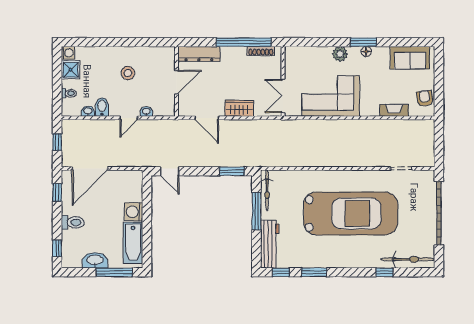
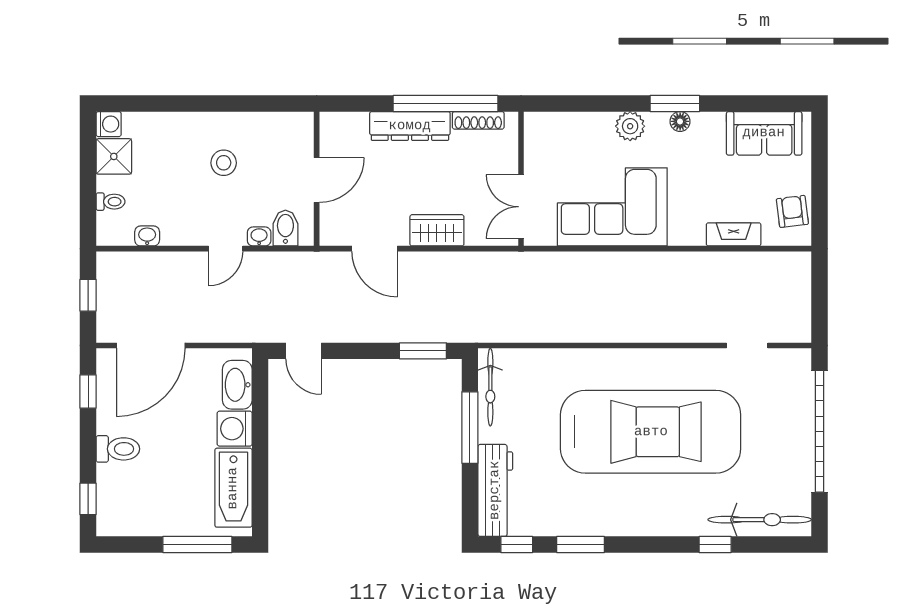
dresser: (199, 54) -> (410, 126), moved
bidet: (102, 107) -> (285, 228), moved
washbasin: (95, 260) -> (237, 385), moved, turned -90

